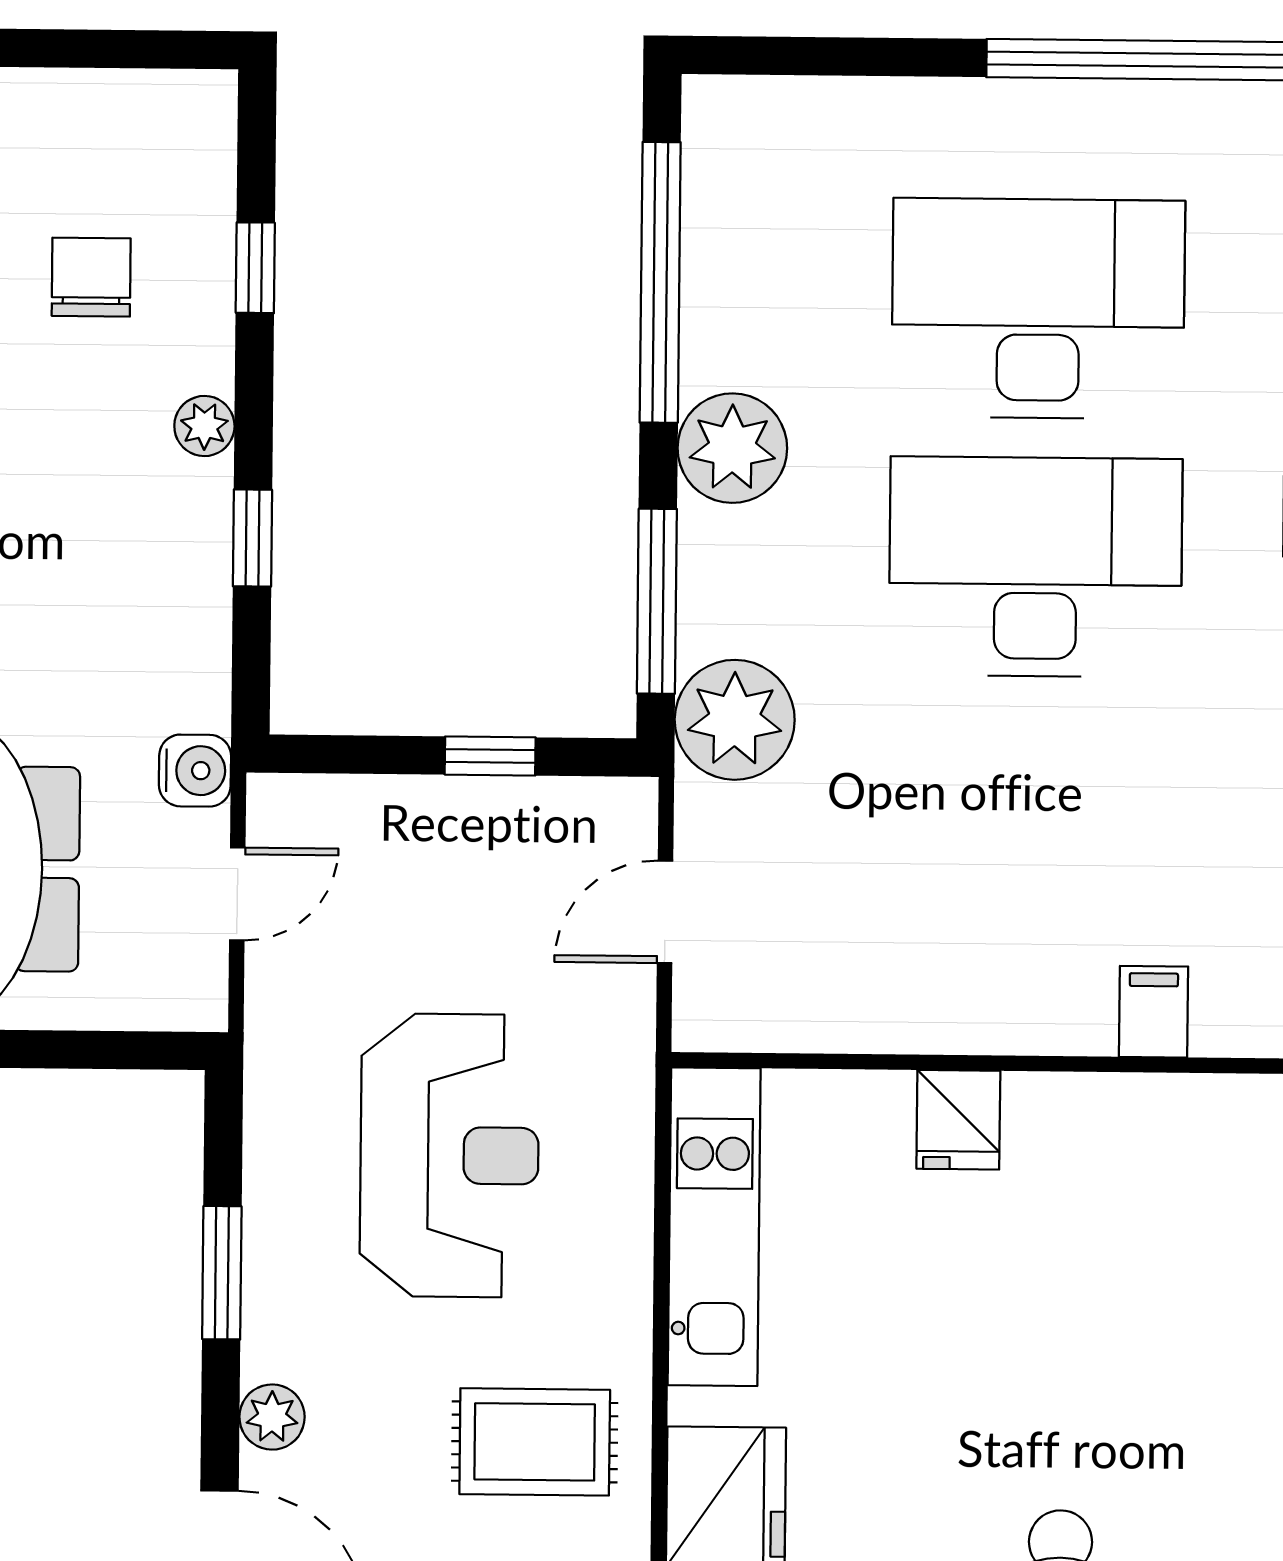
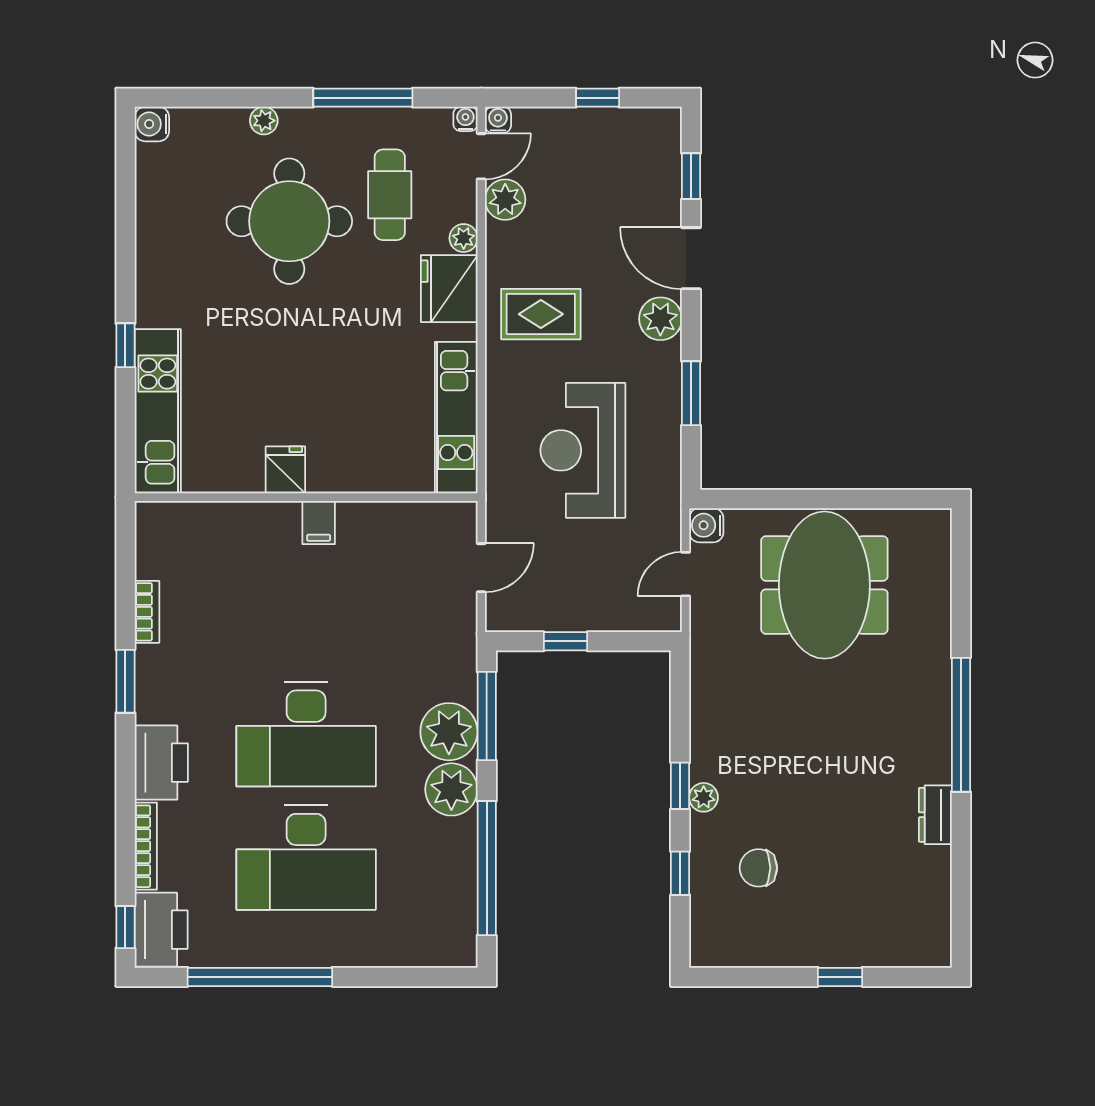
chair: (91, 277) -> (758, 868), turned 90
window: (252, 538) -> (680, 786), moved
plant: (735, 720) -> (449, 732), moved
water cooler: (195, 771) -> (706, 525), moved
filing cabinet: (1154, 1012) -> (319, 523), moved
fridge: (958, 1120) -> (285, 470), moved
plant: (272, 1417) -> (660, 319), width x1.38, depth x1.38

